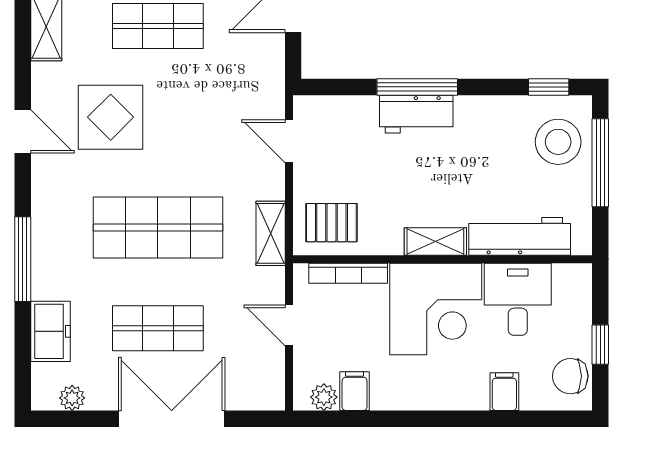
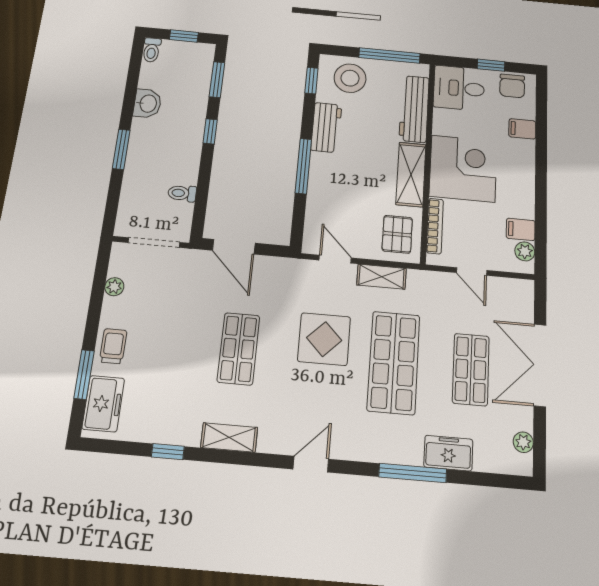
workbench: (416, 114) -> (326, 128), moved
display table: (111, 117) -> (324, 339), moved
door: (289, 141) -> (335, 259), swing flipped
window: (600, 163) -> (390, 56), moved
shelving: (271, 233) -> (382, 277), moved
shelving: (435, 241) -> (411, 174), width x1.50, depth x1.33
desk: (518, 299) -> (459, 88), moved
door: (289, 325) -> (472, 271), hinge flipped
freezer: (51, 331) -> (448, 453), moved

